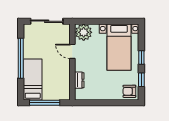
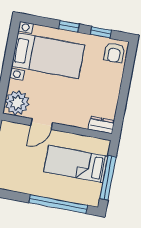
window: (21, 58) -> (58, 204), moved
bed: (33, 79) -> (76, 164), moved
dresser: (79, 80) -> (101, 125), moved

